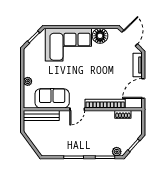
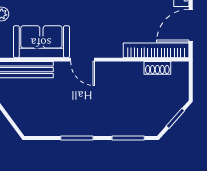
bookcase: (105, 104) -> (156, 50), moved
door: (77, 109) -> (83, 60), hinge flipped
plant: (117, 152) -> (147, 129), removed

